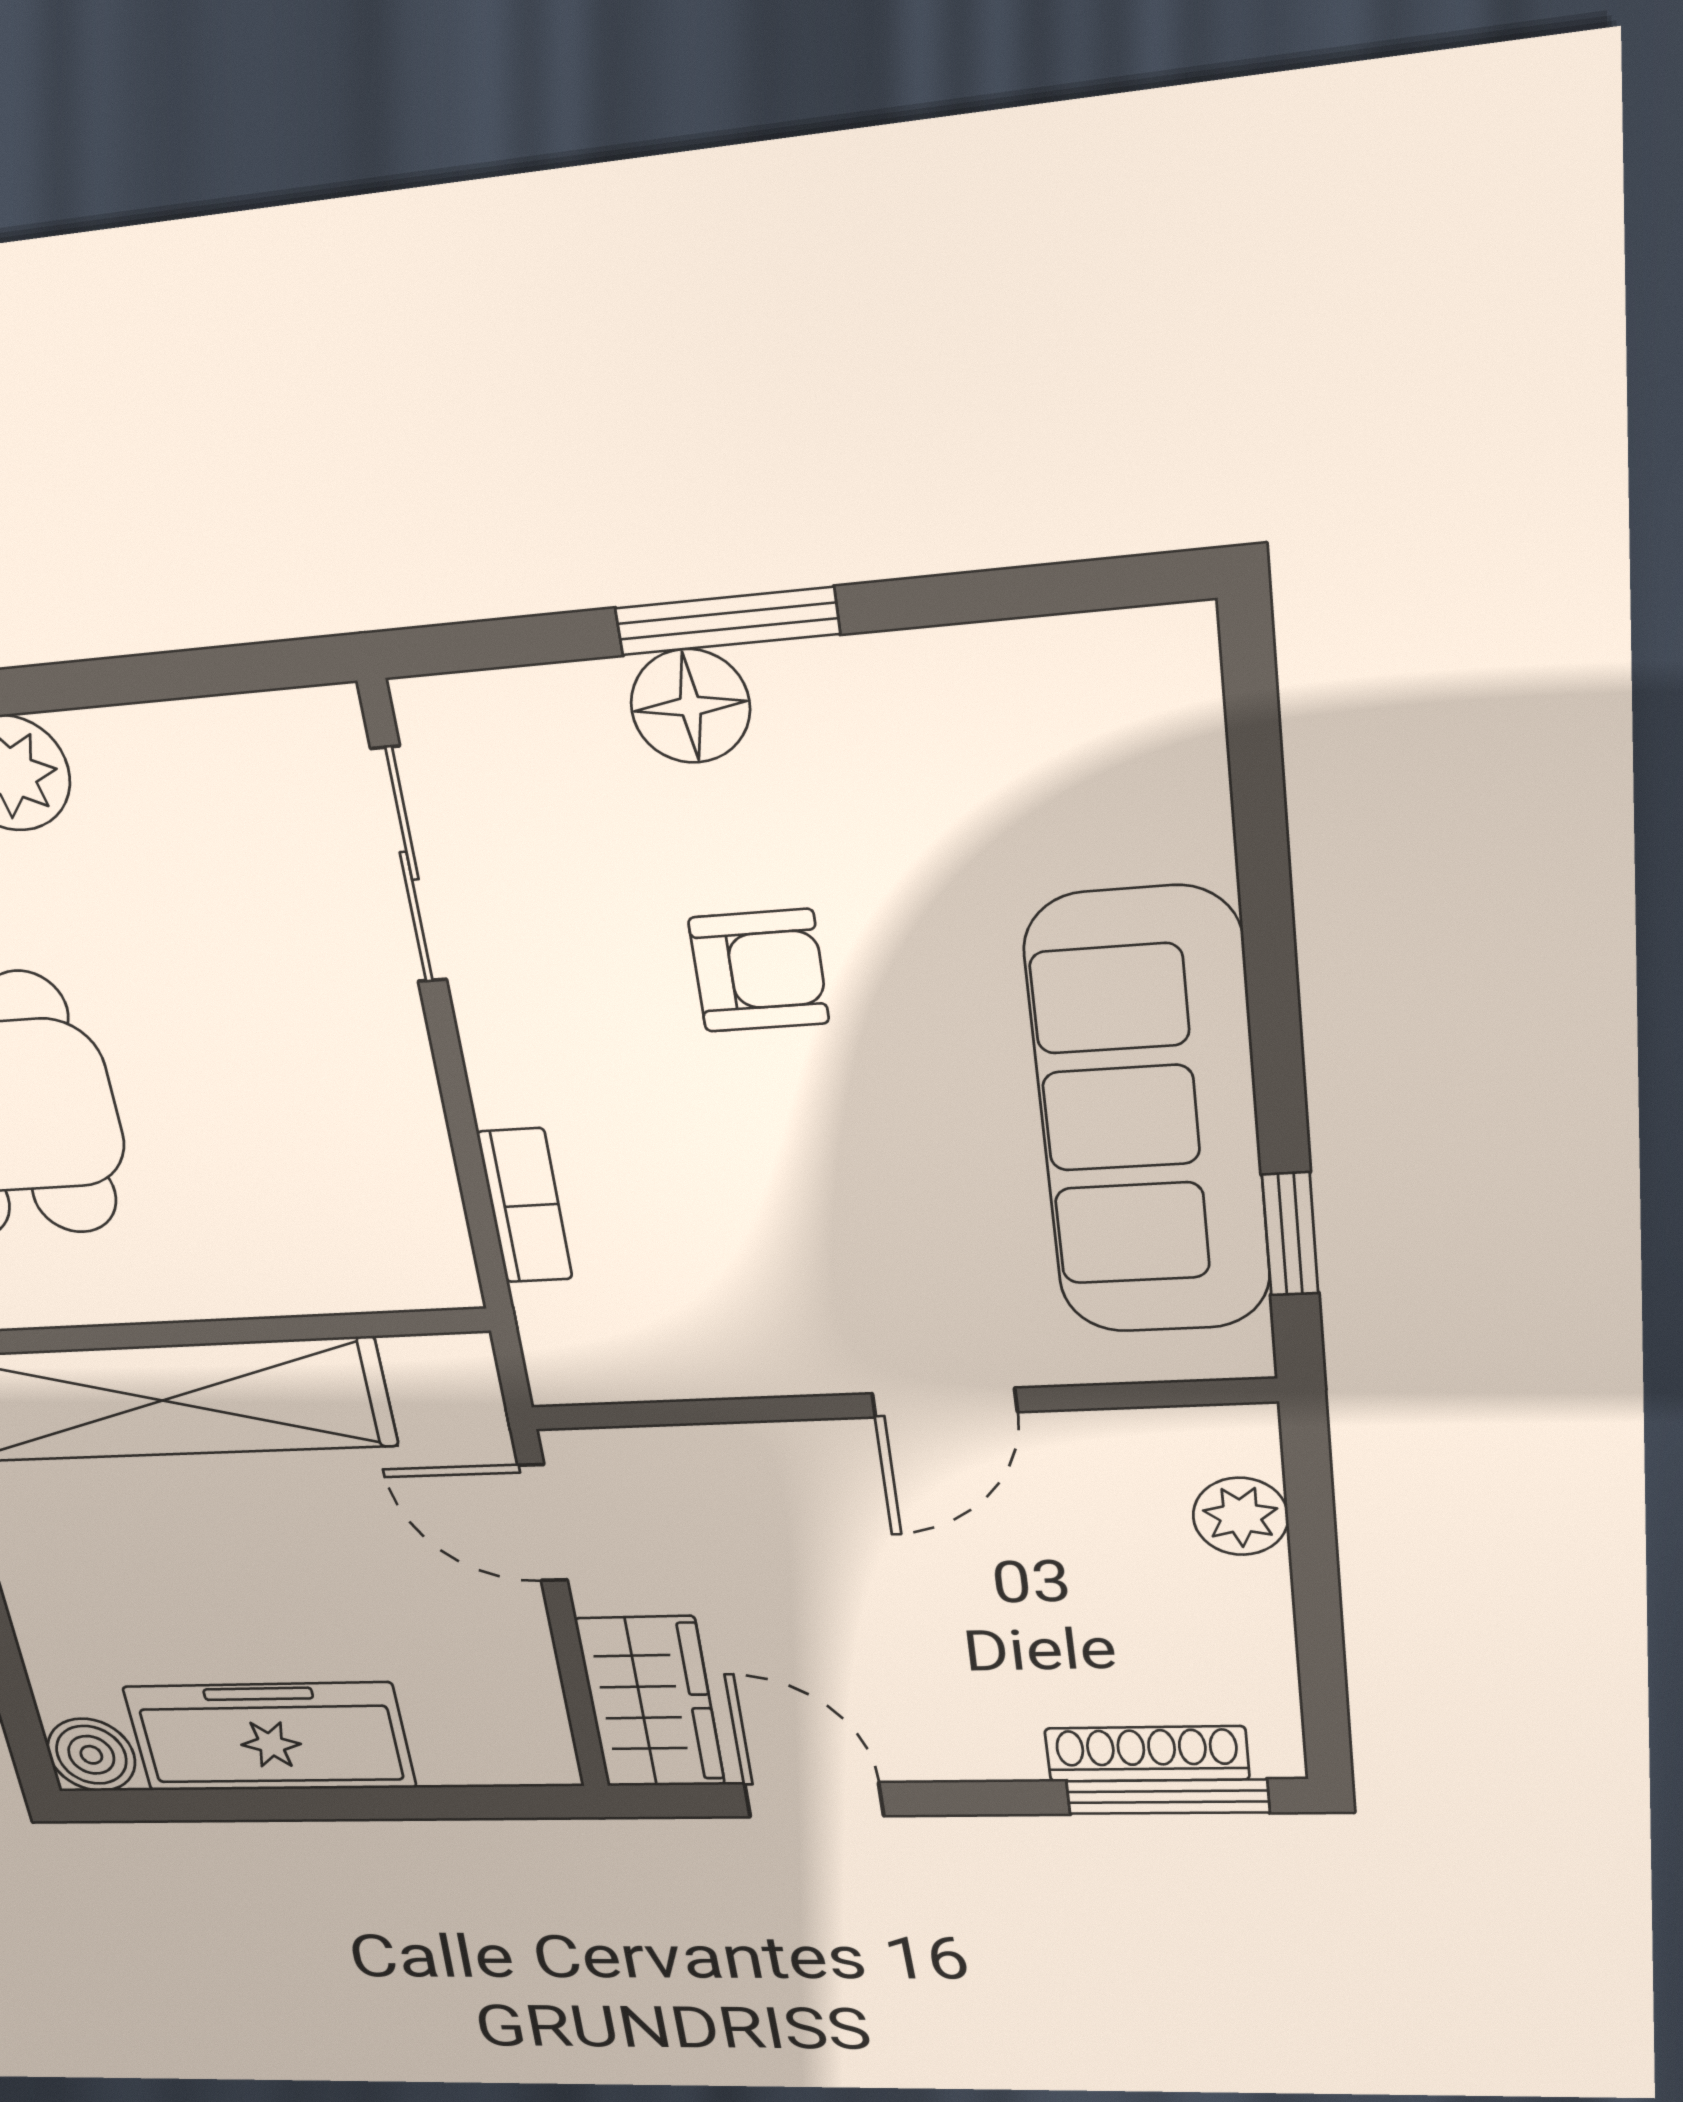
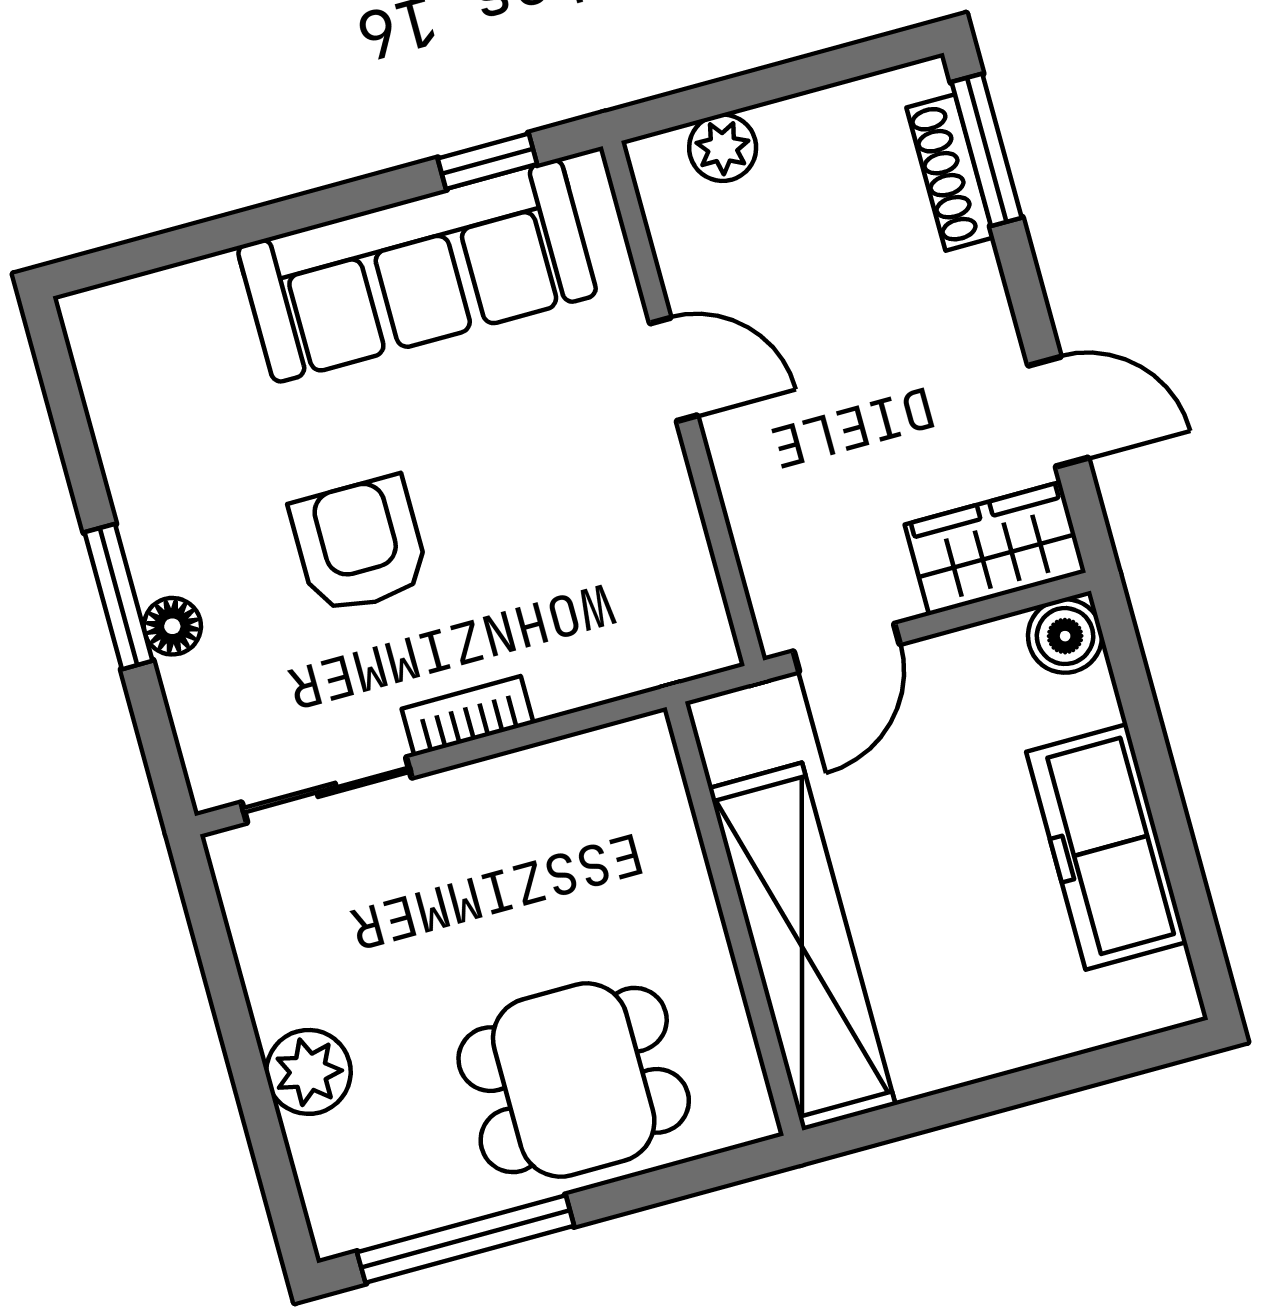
floor lamp: (690, 706) -> (172, 626), width x0.73, depth x0.73
armchair: (759, 971) -> (360, 545), width x1.38, depth x1.38
bookcase: (525, 1206) -> (468, 716), moved
boiler: (91, 1755) -> (1065, 636), moved
door: (814, 1800) -> (1058, 412), swing flipped

